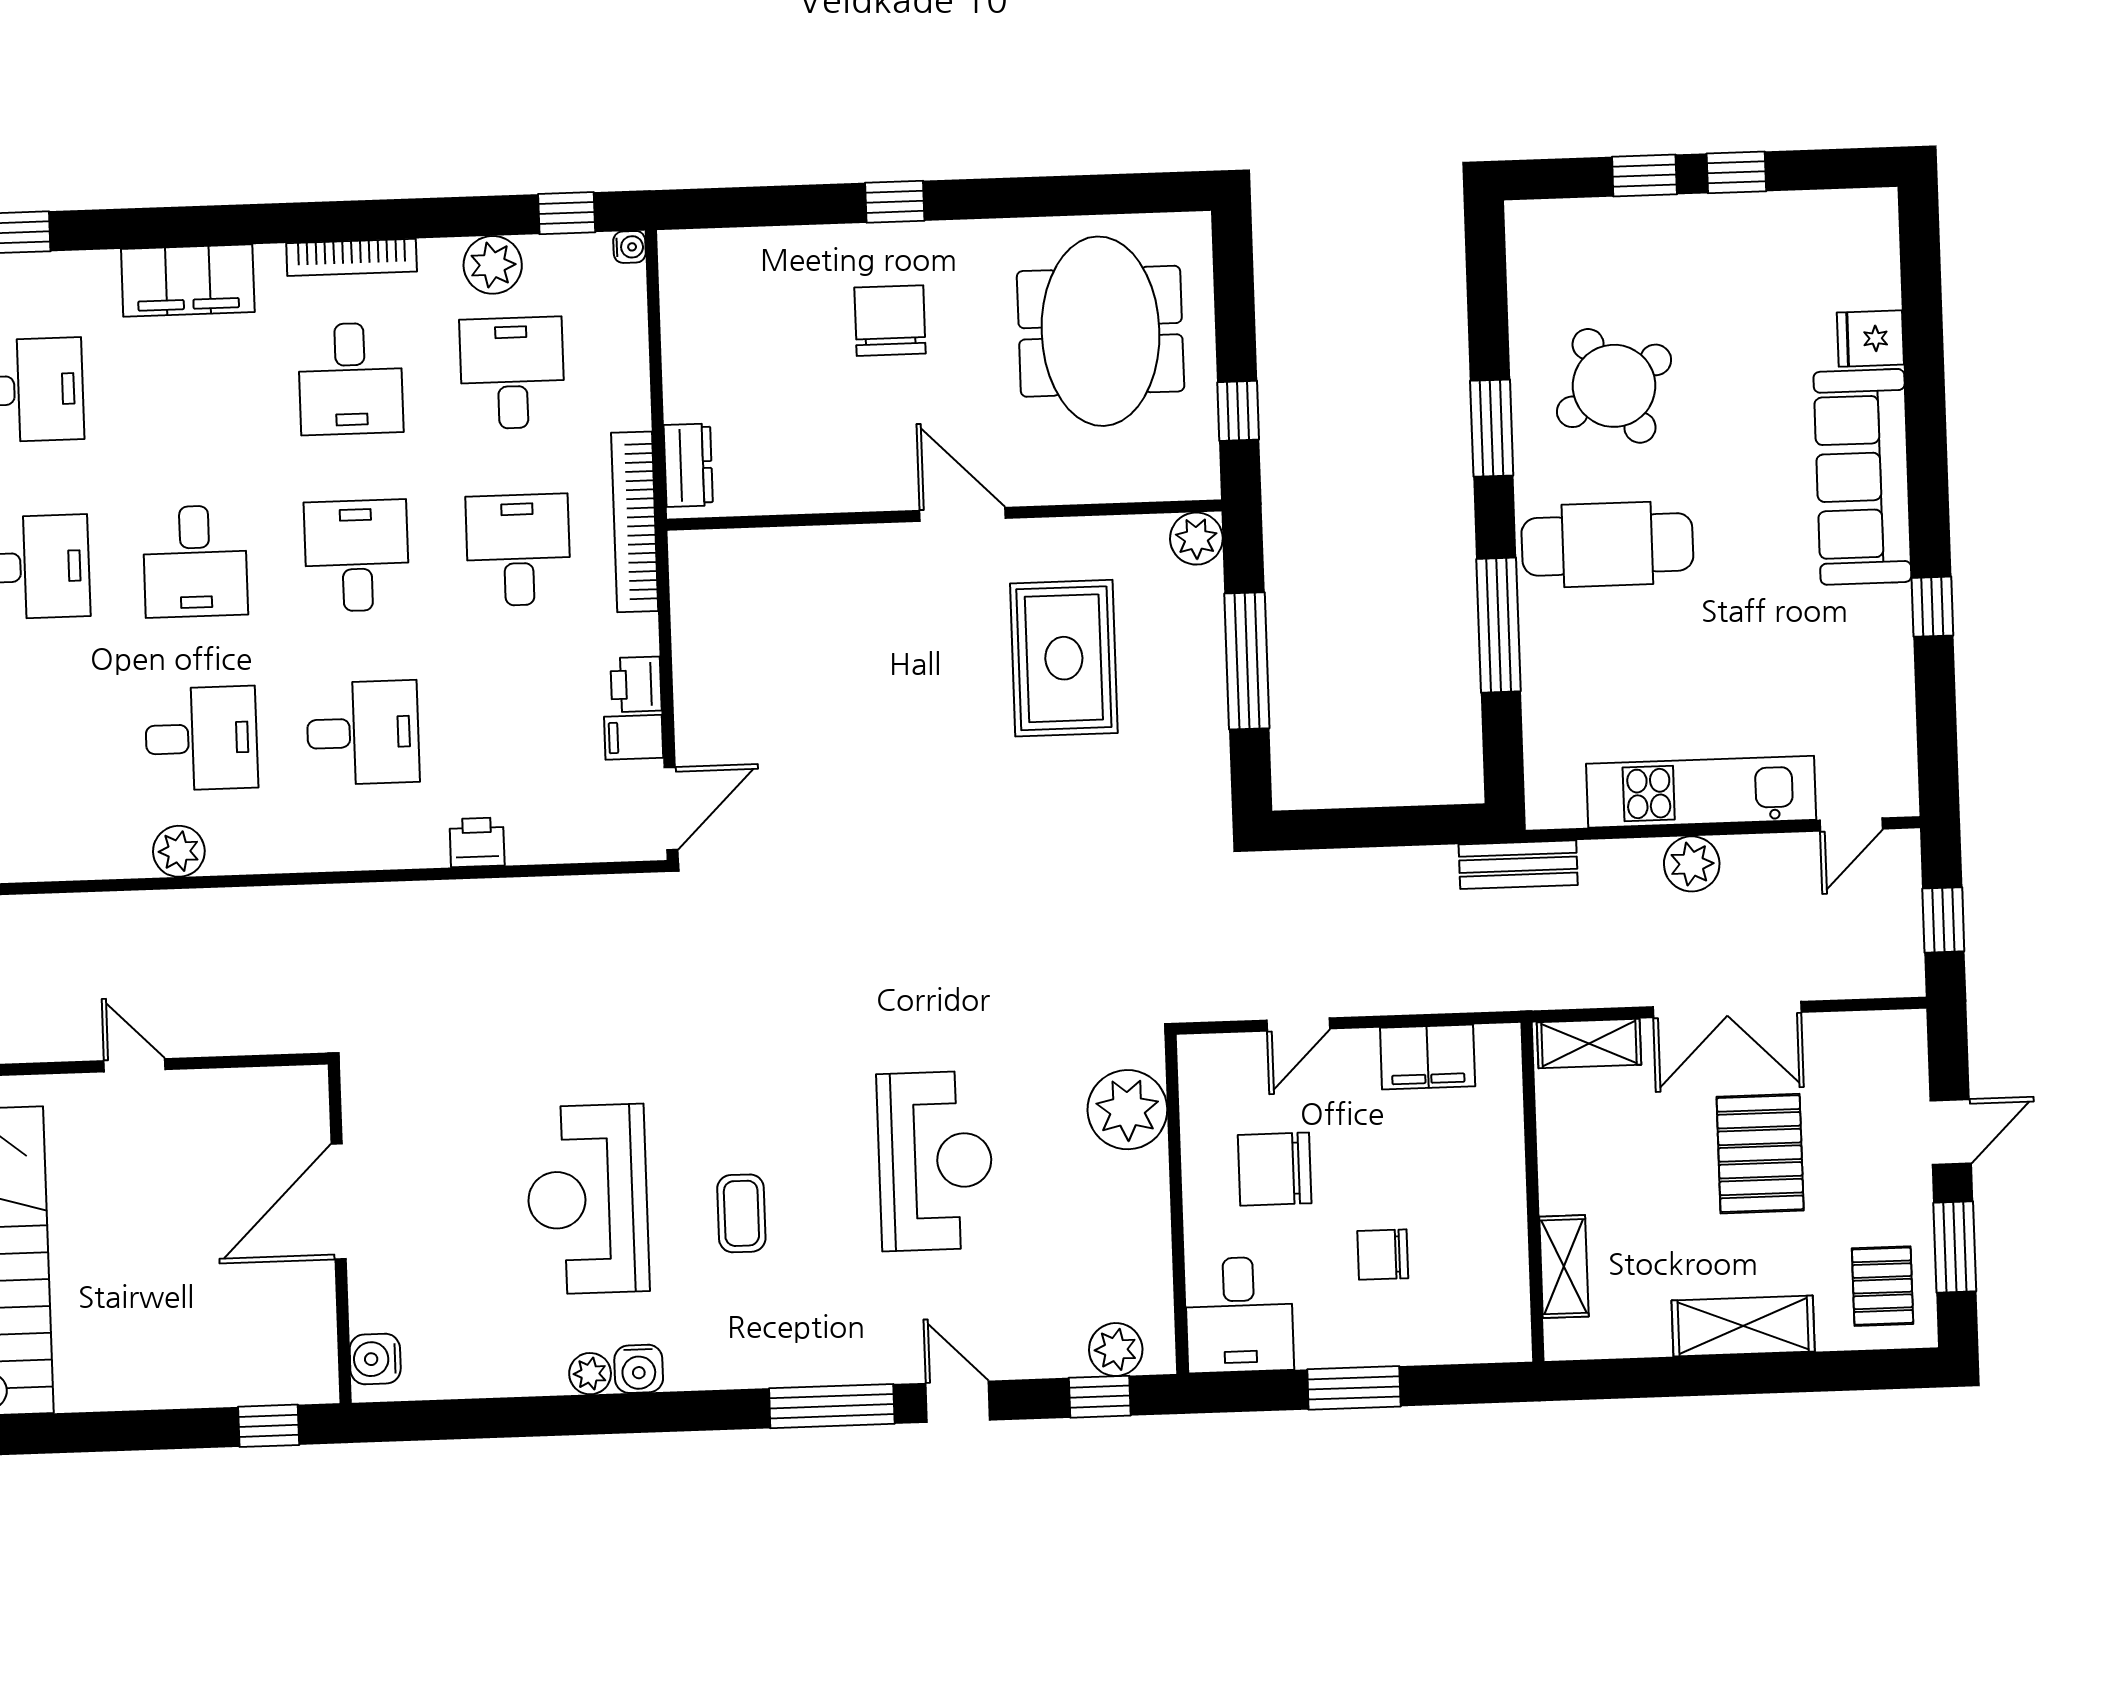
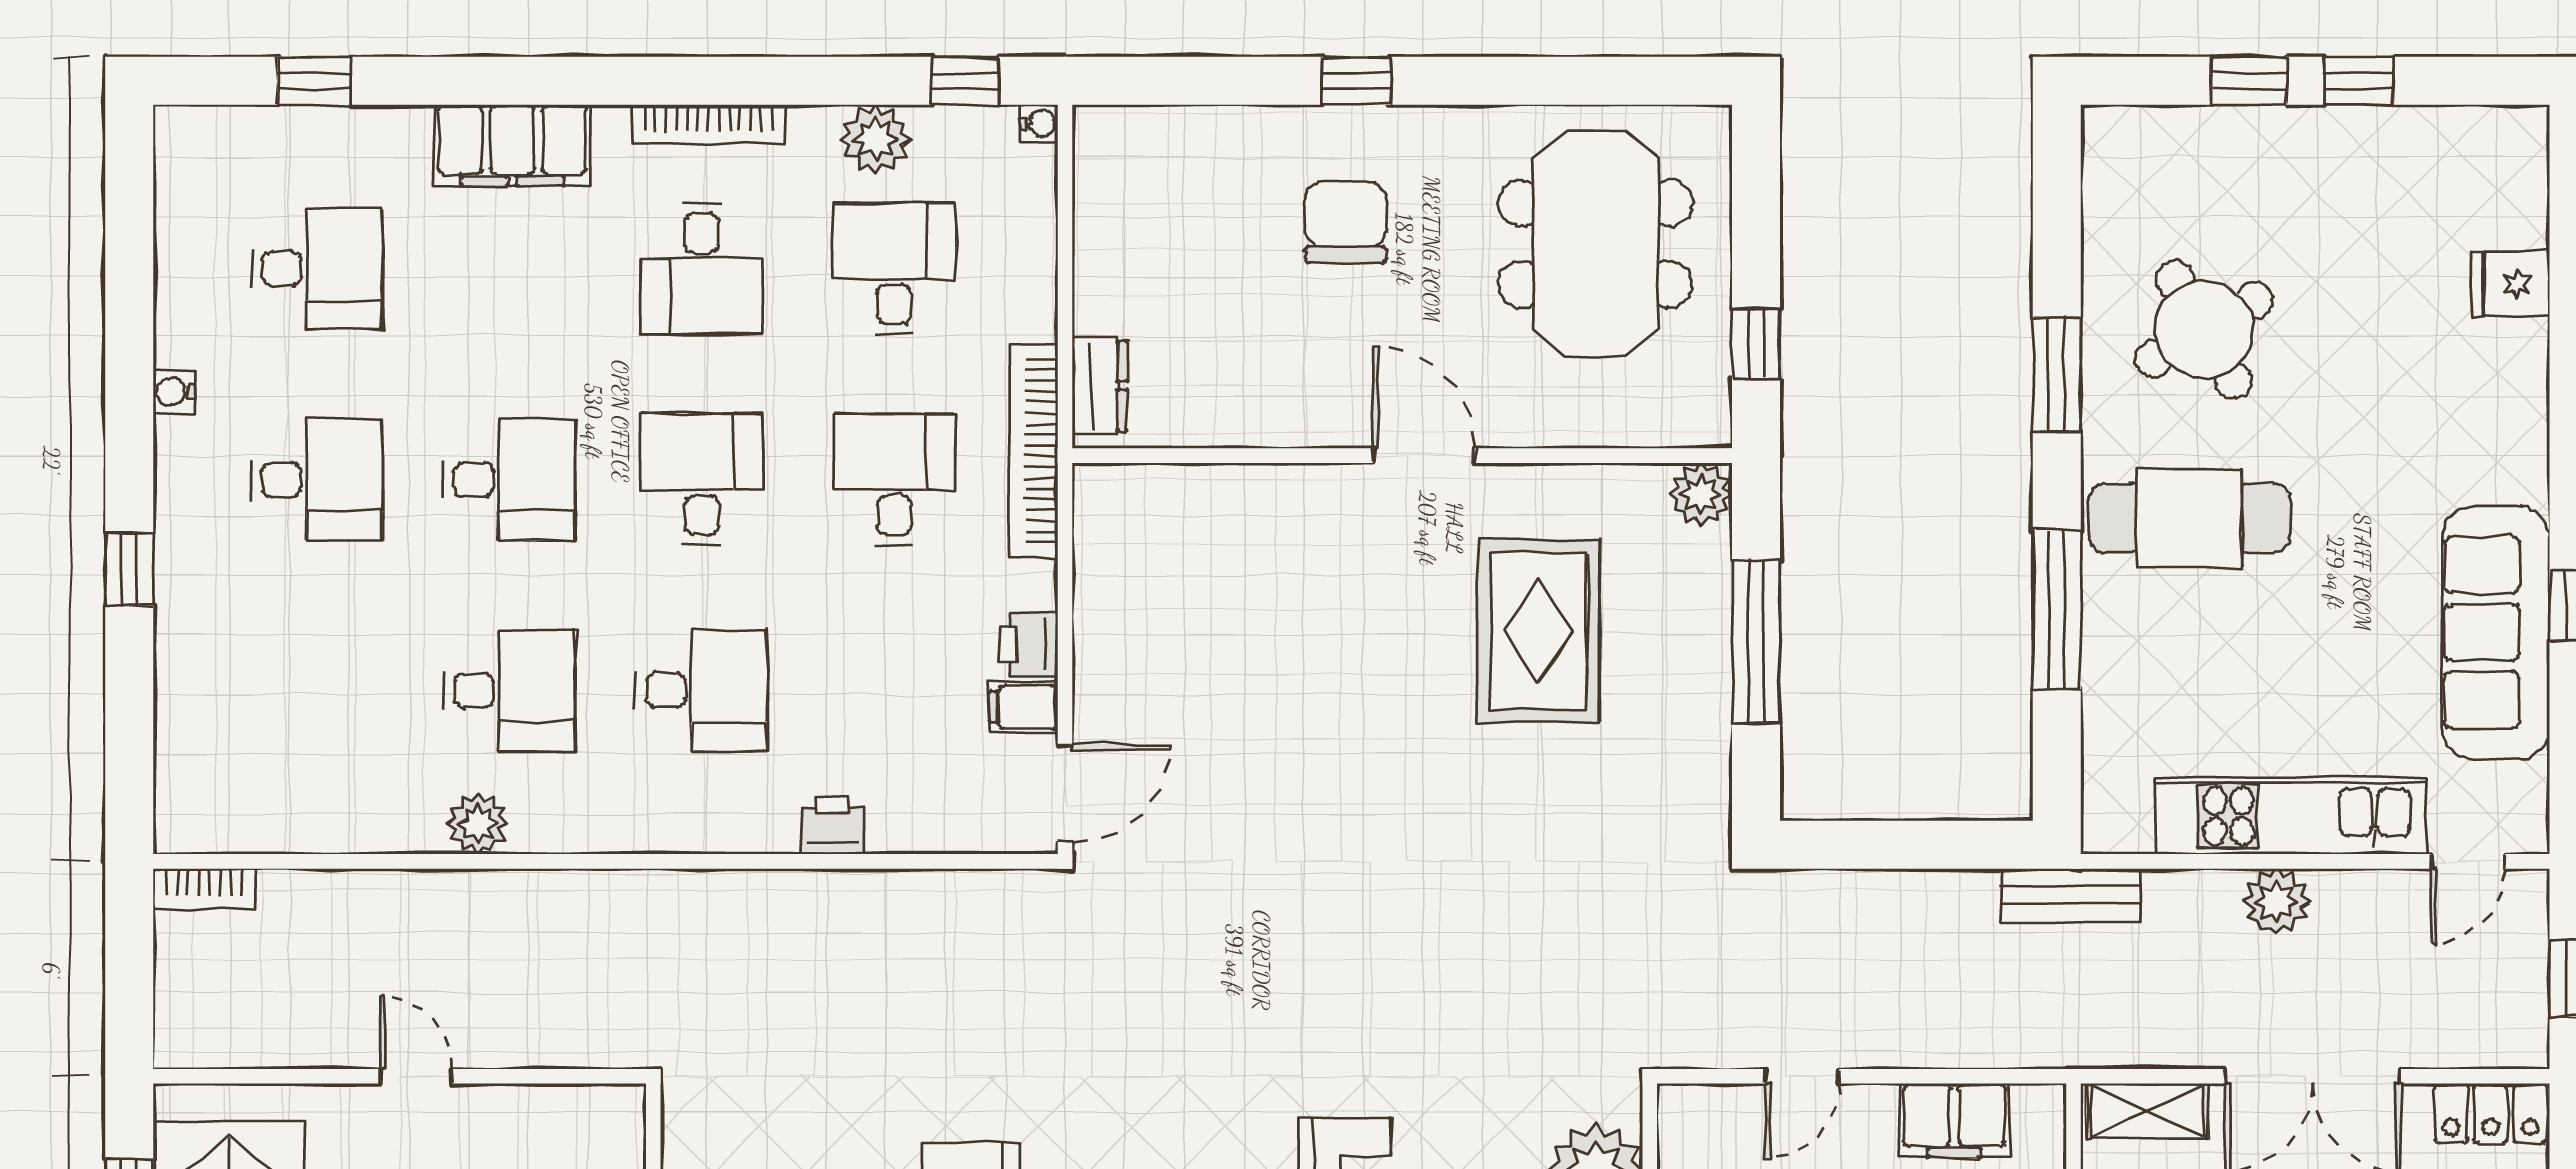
sofa: (1862, 477) -> (2496, 632), moved
desk: (195, 561) -> (509, 479), turned -90
locker: (1878, 1035) -> (2491, 1113), added

